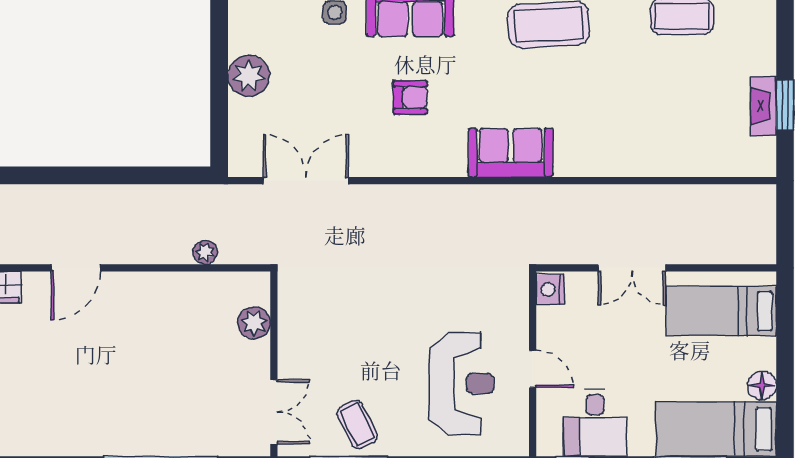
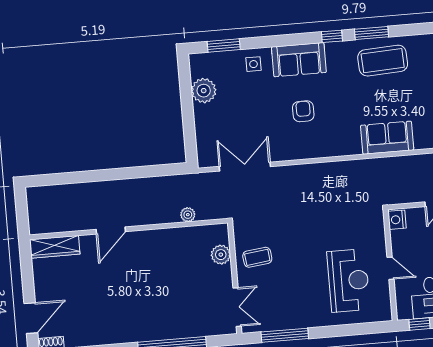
plant: (249, 76) -> (204, 91), moved
armchair: (410, 97) -> (303, 111), turned -90
sofa: (511, 153) -> (387, 138), moved
coffee table: (357, 425) -> (257, 257), moved, turned -71

